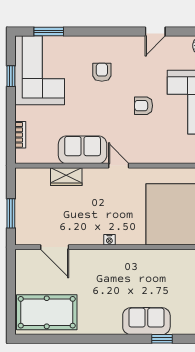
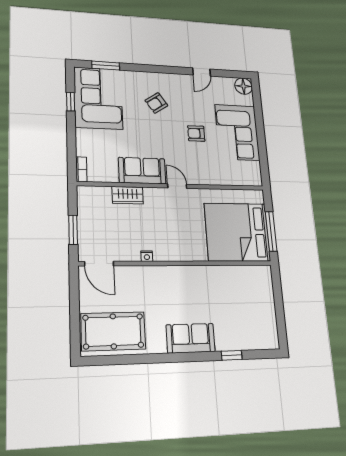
armchair: (102, 72) -> (156, 103), turned -124
bookcase: (20, 135) -> (81, 169), moved
nightstand: (109, 240) -> (147, 256), moved
door: (55, 247) -> (99, 264), moved
sofa: (146, 321) -> (191, 338), moved

